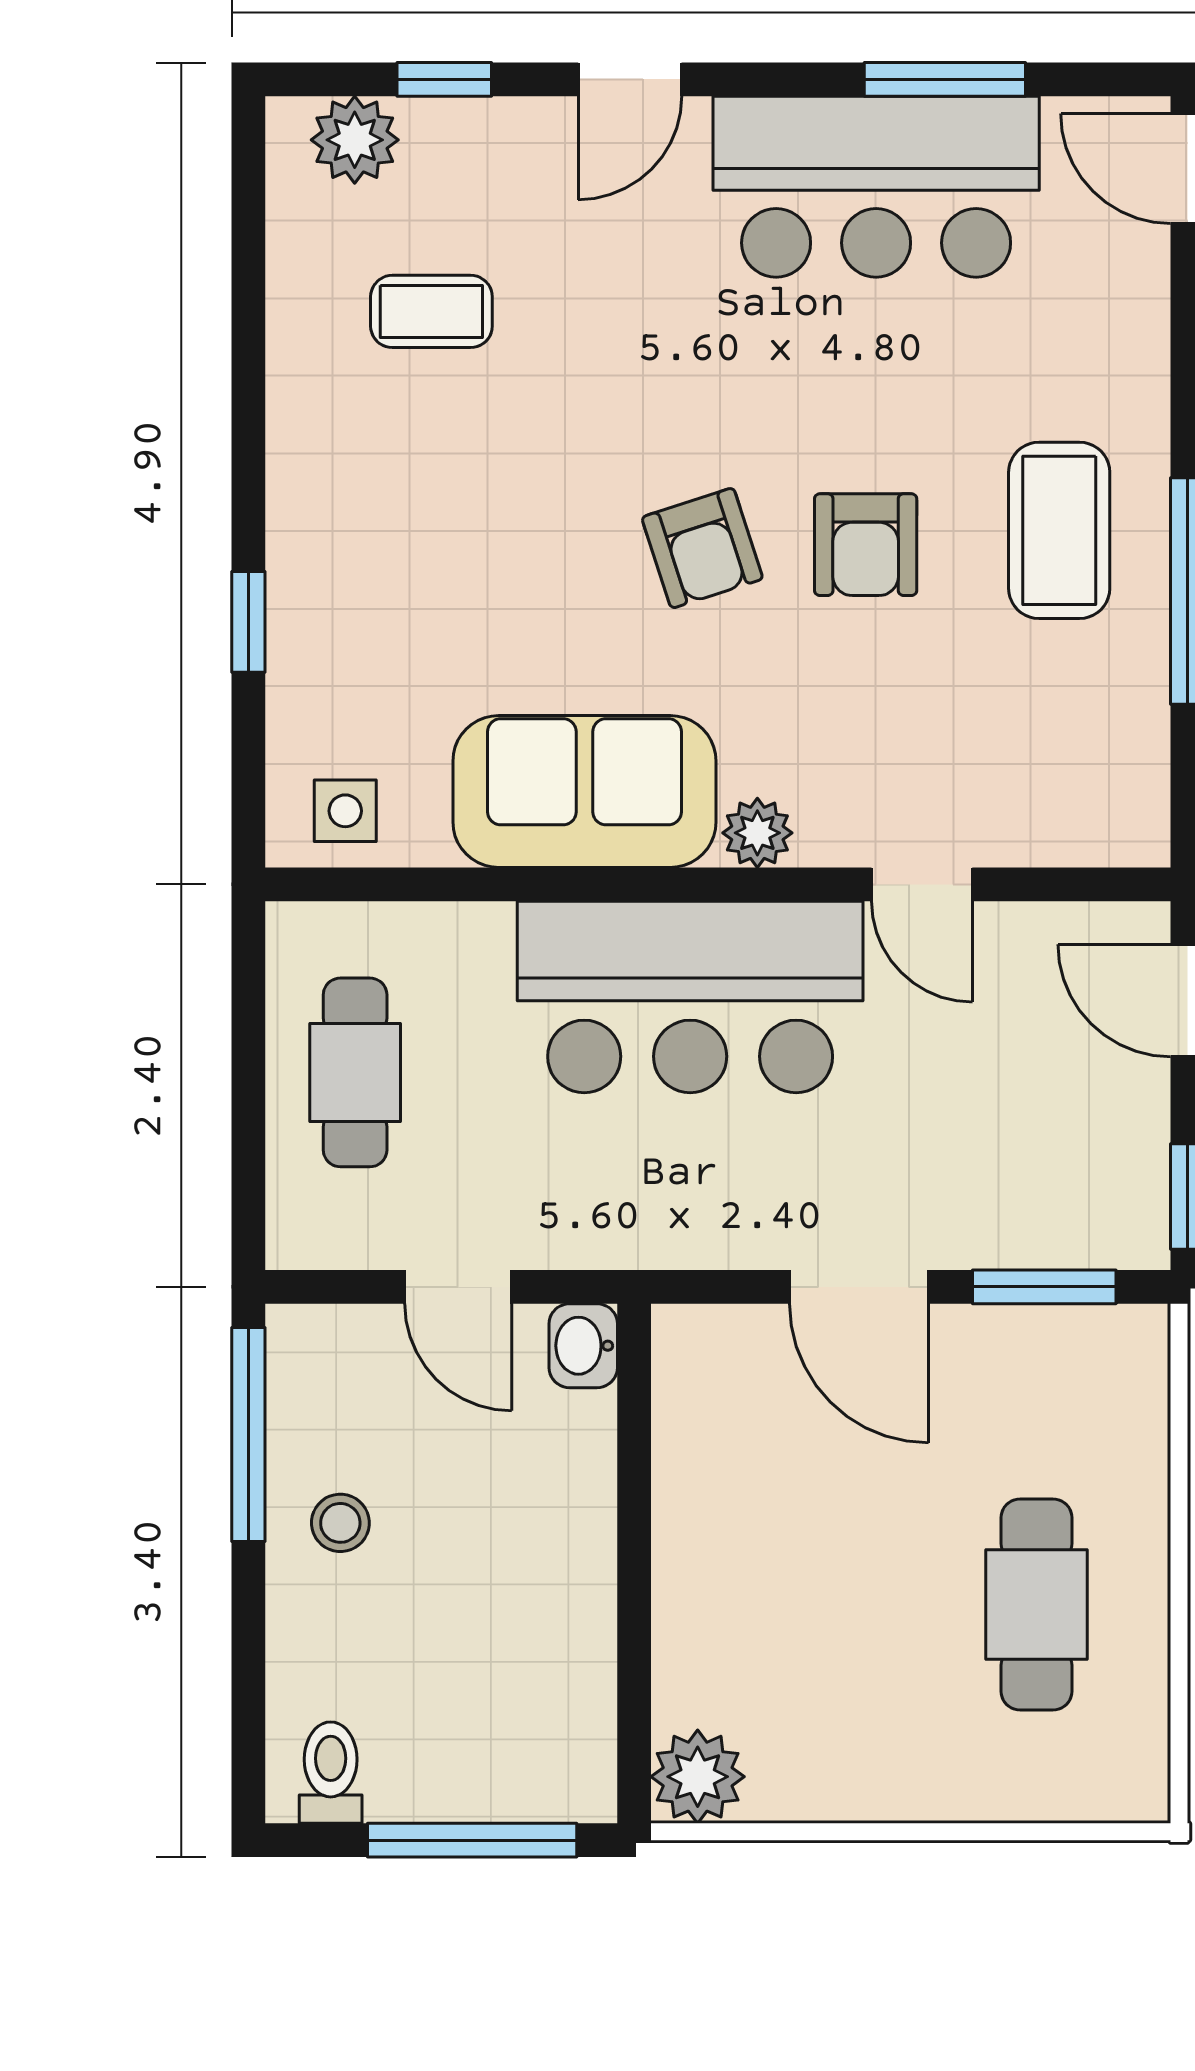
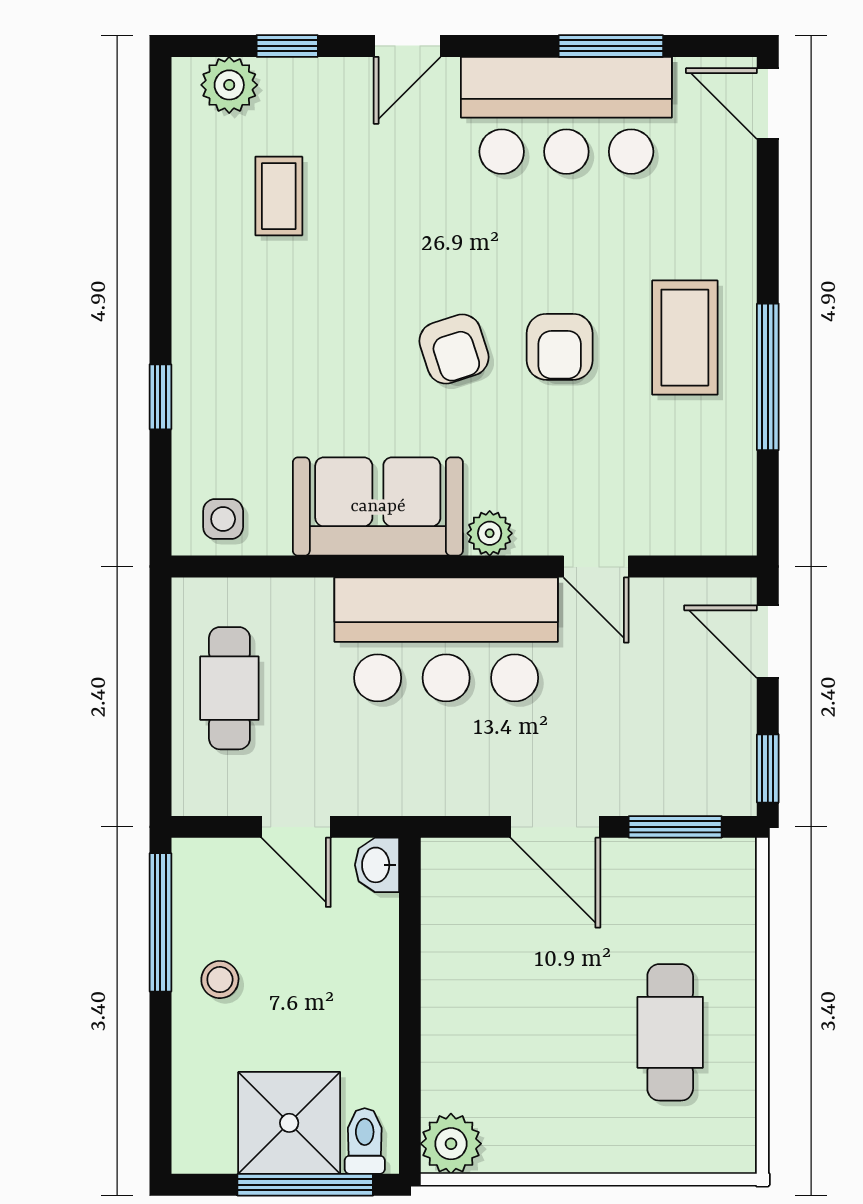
coffee table: (431, 311) -> (279, 196), turned 90
shower: (447, 1745) -> (289, 1123), added
toilet: (331, 1773) -> (365, 1141), moved

